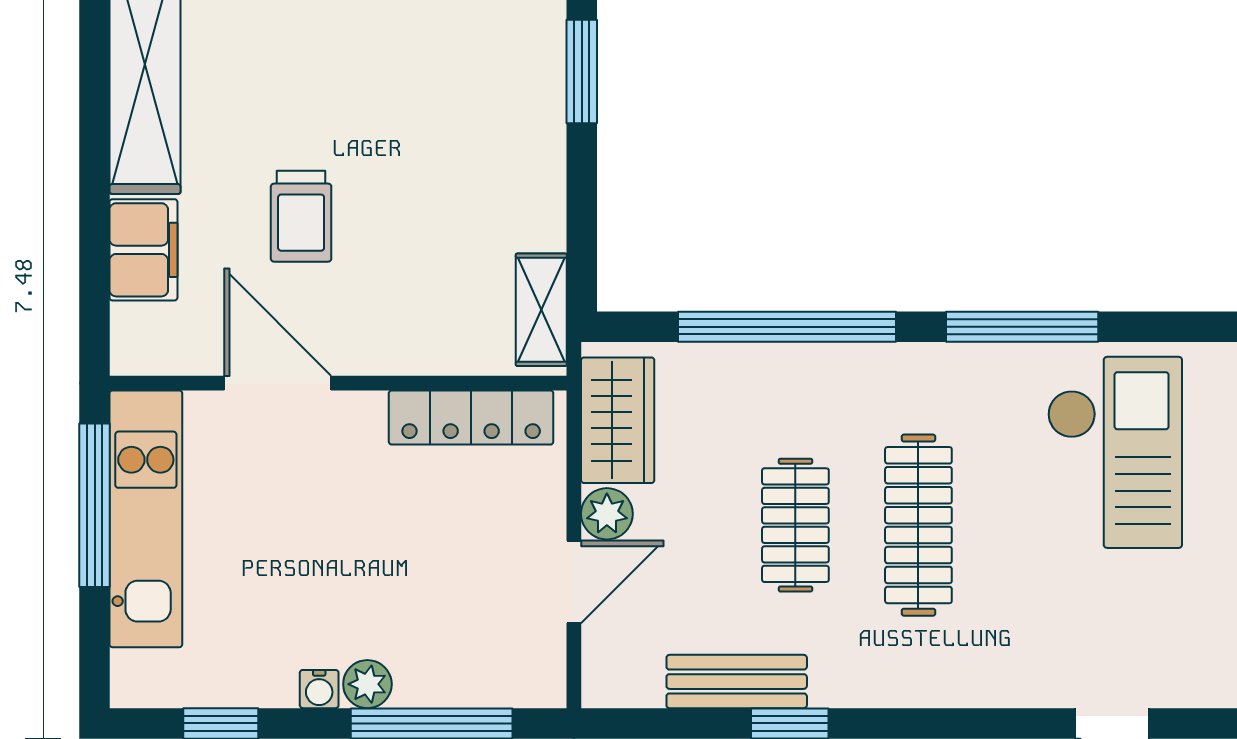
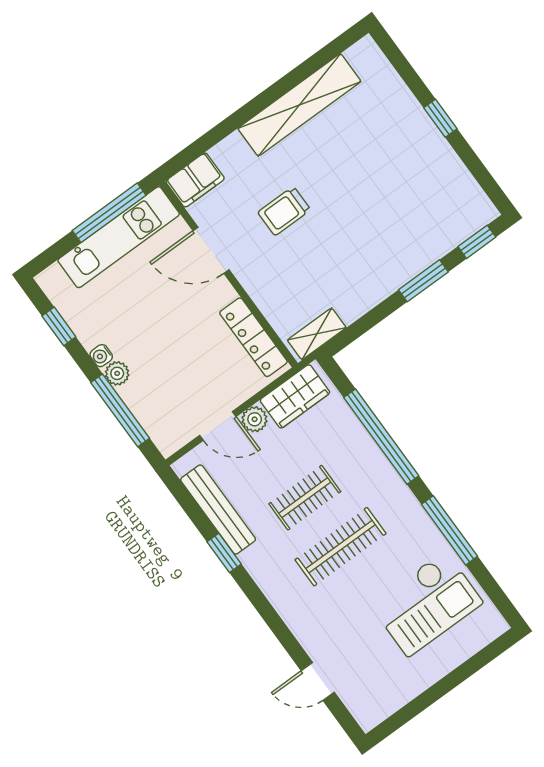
filing cabinet: (143, 250) -> (195, 180), moved
door: (278, 383) -> (211, 250), swing flipped
bench: (737, 682) -> (218, 509), width x1.36

